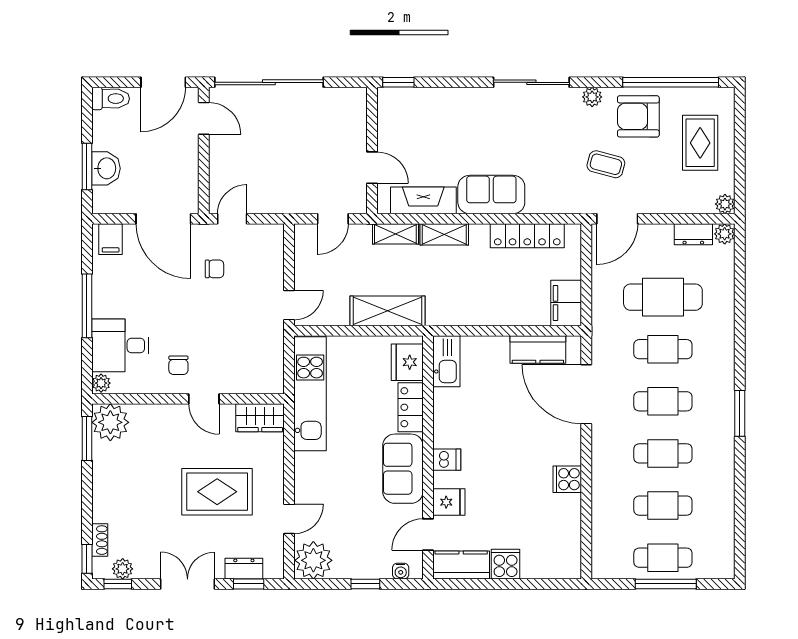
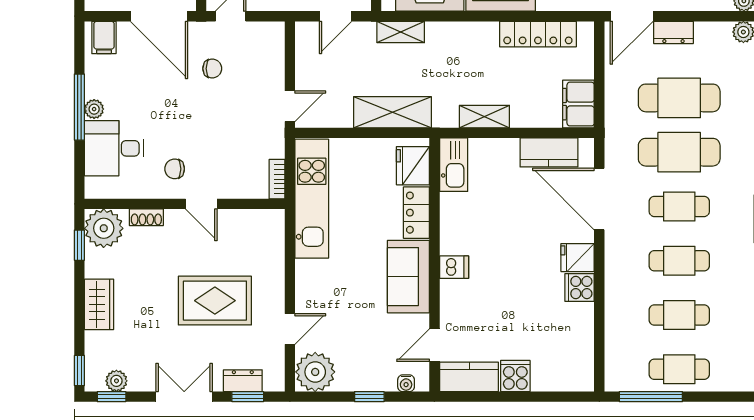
shelving: (444, 234) -> (484, 117), moved
dresser: (693, 234) -> (673, 32), moved
cafe table: (663, 349) -> (679, 152), width x1.37, depth x1.35
chair: (178, 365) -> (175, 169), turned 90
bookcase: (277, 375) -> (277, 179), added
plant: (101, 383) -> (94, 109), moved
wardrobe: (260, 418) -> (99, 304), moved, turned -90
window: (87, 438) -> (79, 245), width x0.67
fridge: (449, 502) -> (578, 258), moved, turned 180
shoe rack: (100, 540) -> (146, 217), moved, turned 90
window: (666, 584) -> (651, 397), moved

